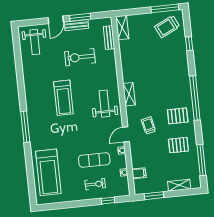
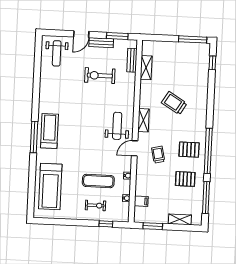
window: (80, 17) -> (117, 36), moved
trolley: (167, 27) -> (174, 103), moved, turned 57
shelving: (122, 28) -> (146, 68), moved
window: (189, 44) -> (212, 63), moved
treadmill: (63, 98) -> (49, 131), moved, turned 180
window: (195, 98) -> (208, 151), moved
door: (126, 134) -> (135, 148), moved

